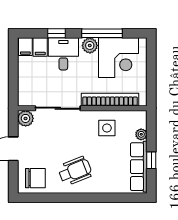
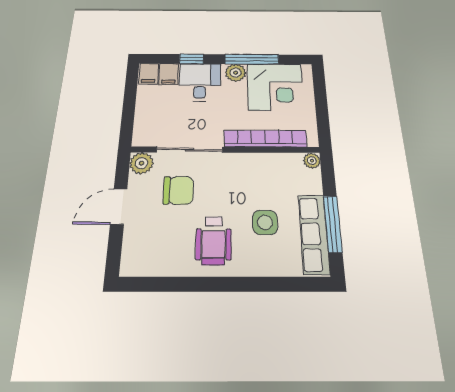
side table: (107, 128) -> (265, 222), moved
plant: (141, 134) -> (312, 161), moved
window: (151, 160) -> (333, 224), width x2.17
wheelchair: (75, 171) -> (214, 240), turned 112
chair: (35, 178) -> (178, 190), moved

